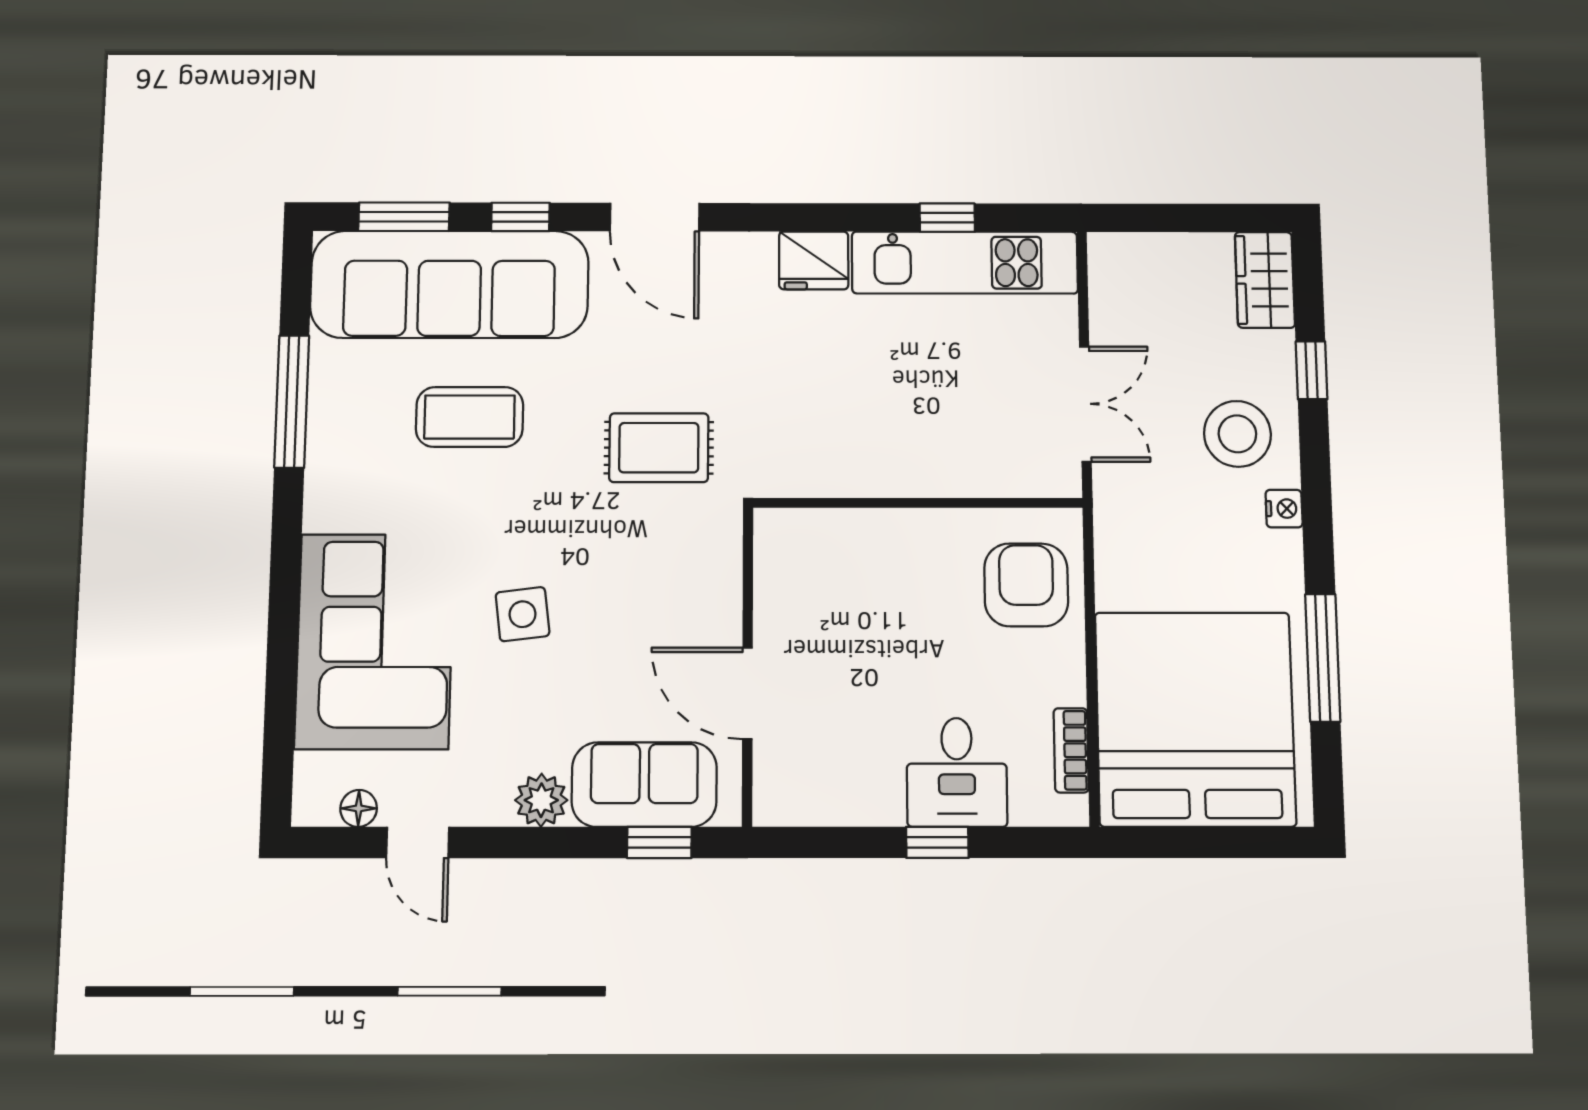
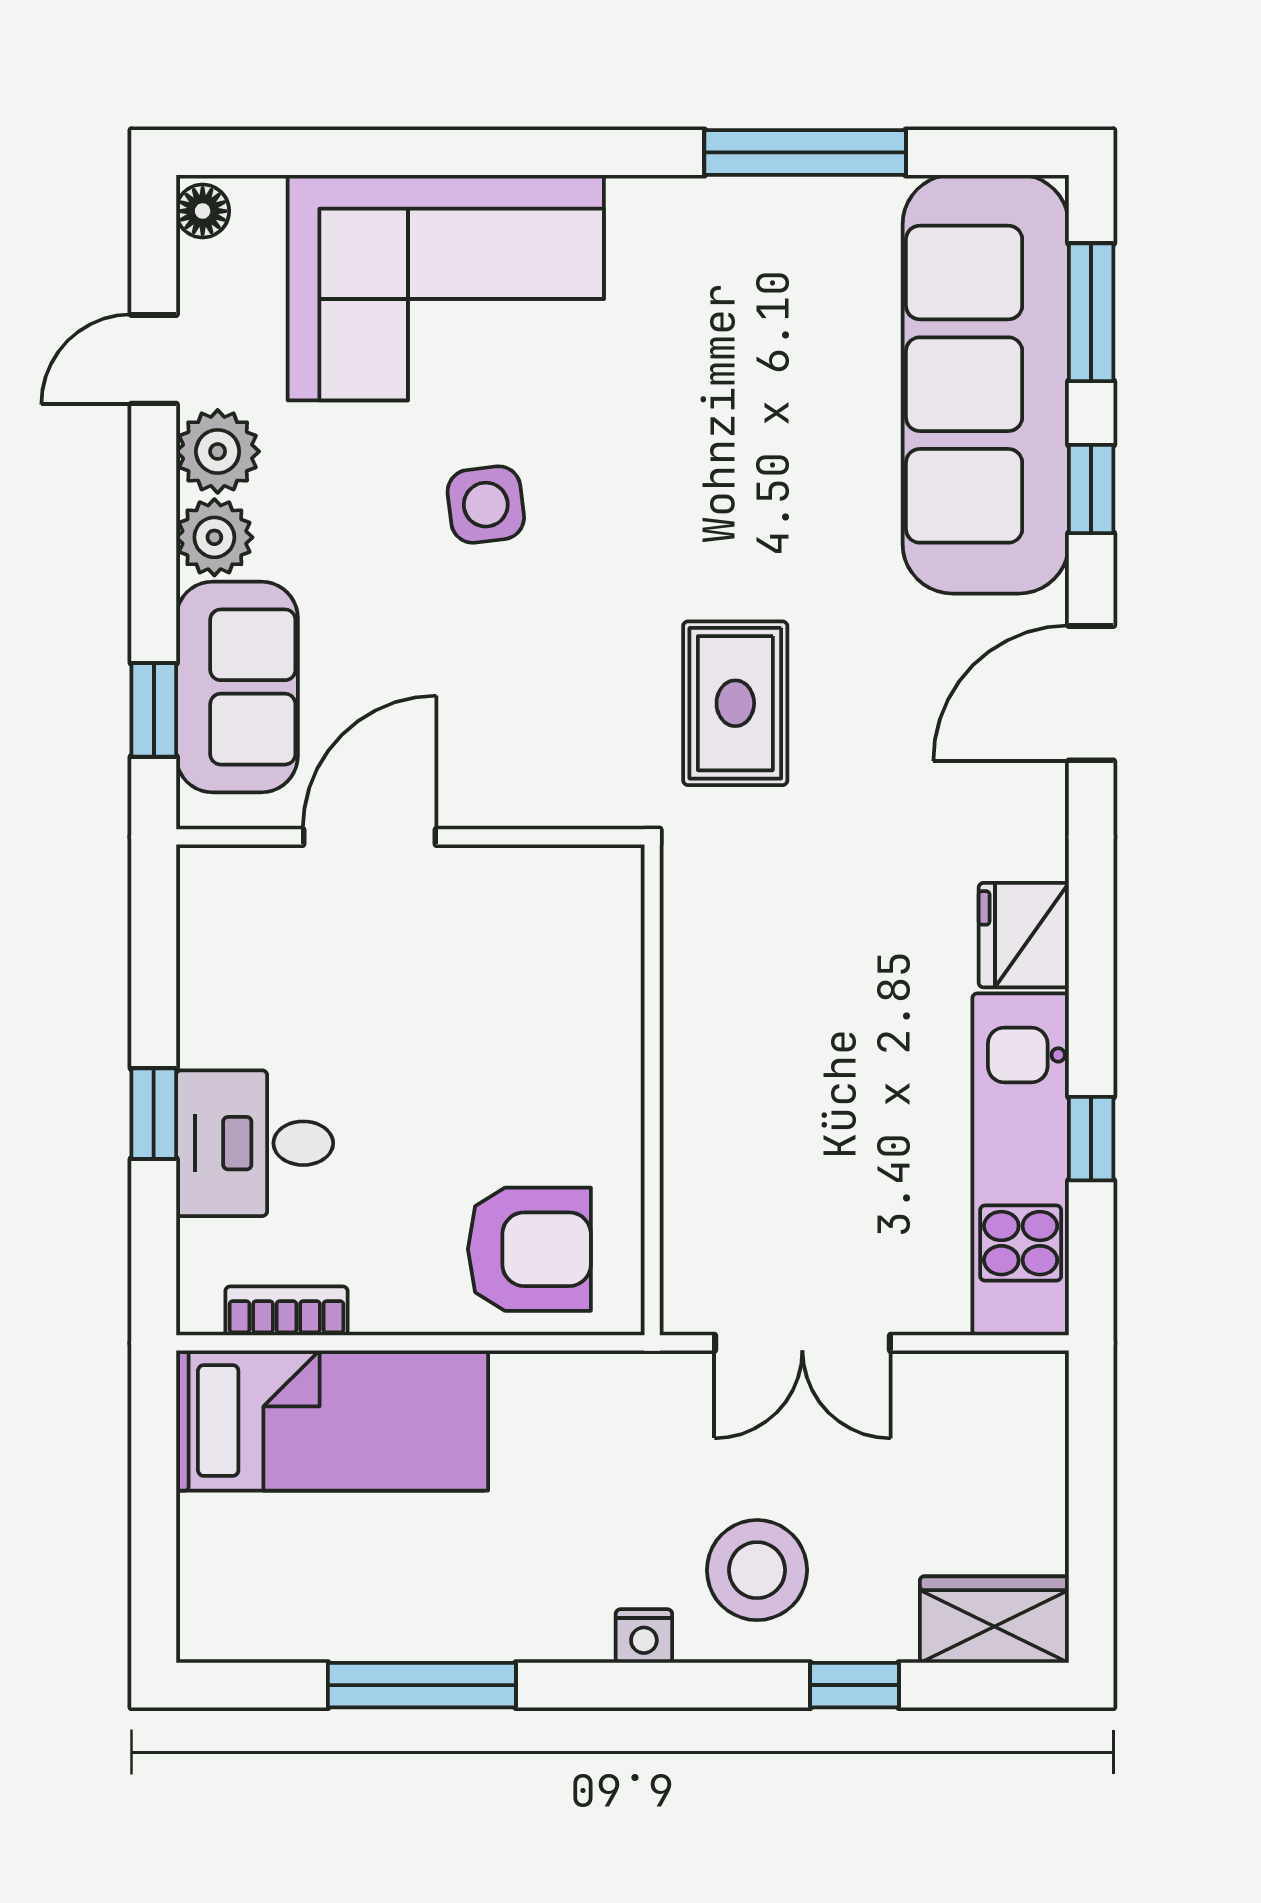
coffee table: (470, 417) -> (782, 419), removed
bed: (1195, 719) -> (332, 1421), width x0.49
plant: (482, 798) -> (218, 451), added
floor lamp: (359, 808) -> (203, 211), moved

